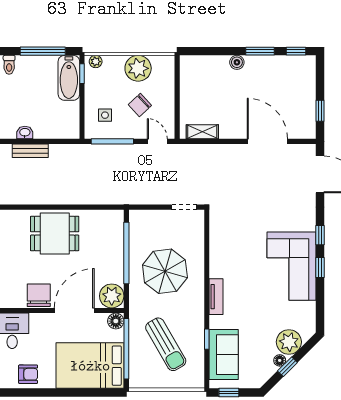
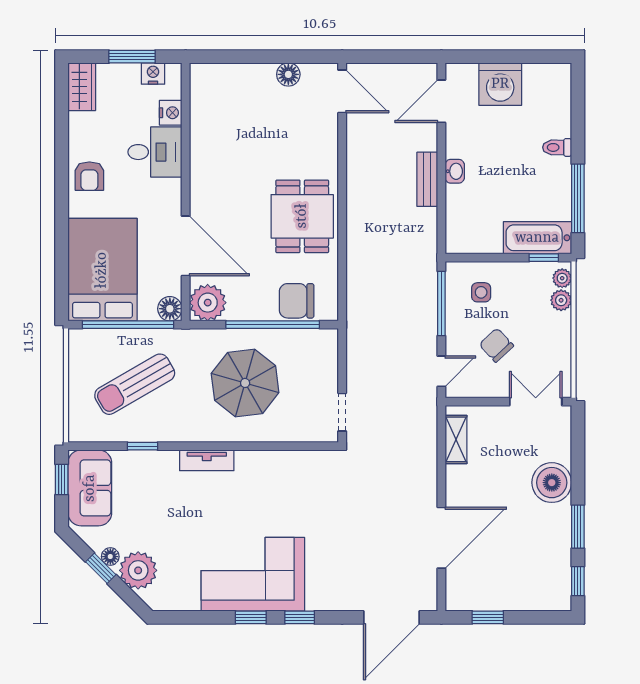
boiler: (237, 62) -> (552, 483), width x1.86, depth x1.86
plant: (138, 68) -> (561, 300), moved, width x0.53, depth x0.53
double door: (177, 79) -> (536, 402), added
chair: (39, 295) -> (297, 301), moved, turned 180
sofa: (224, 355) -> (90, 488), moved, turned -90

